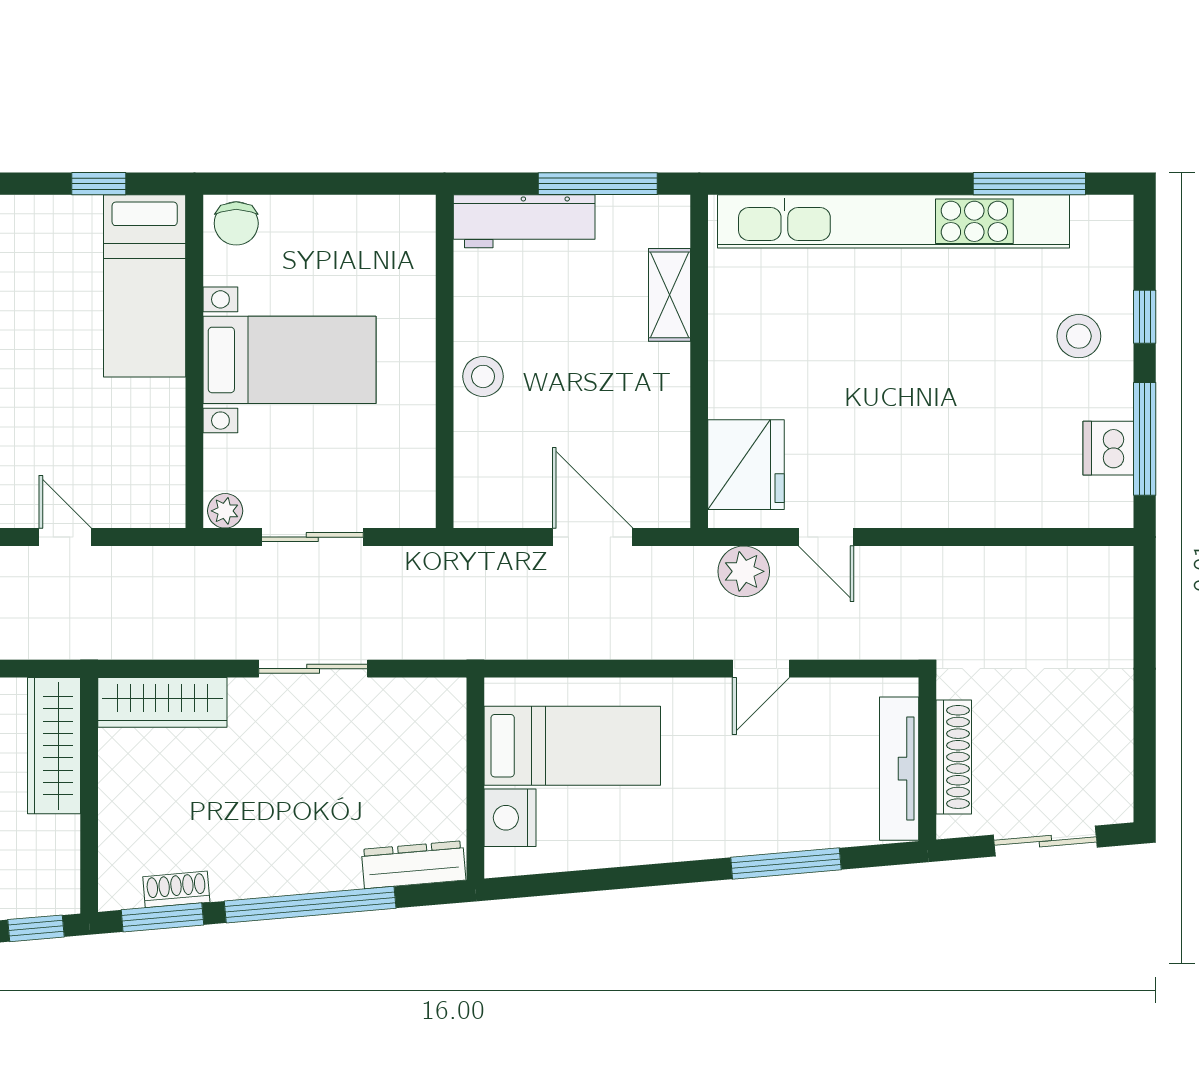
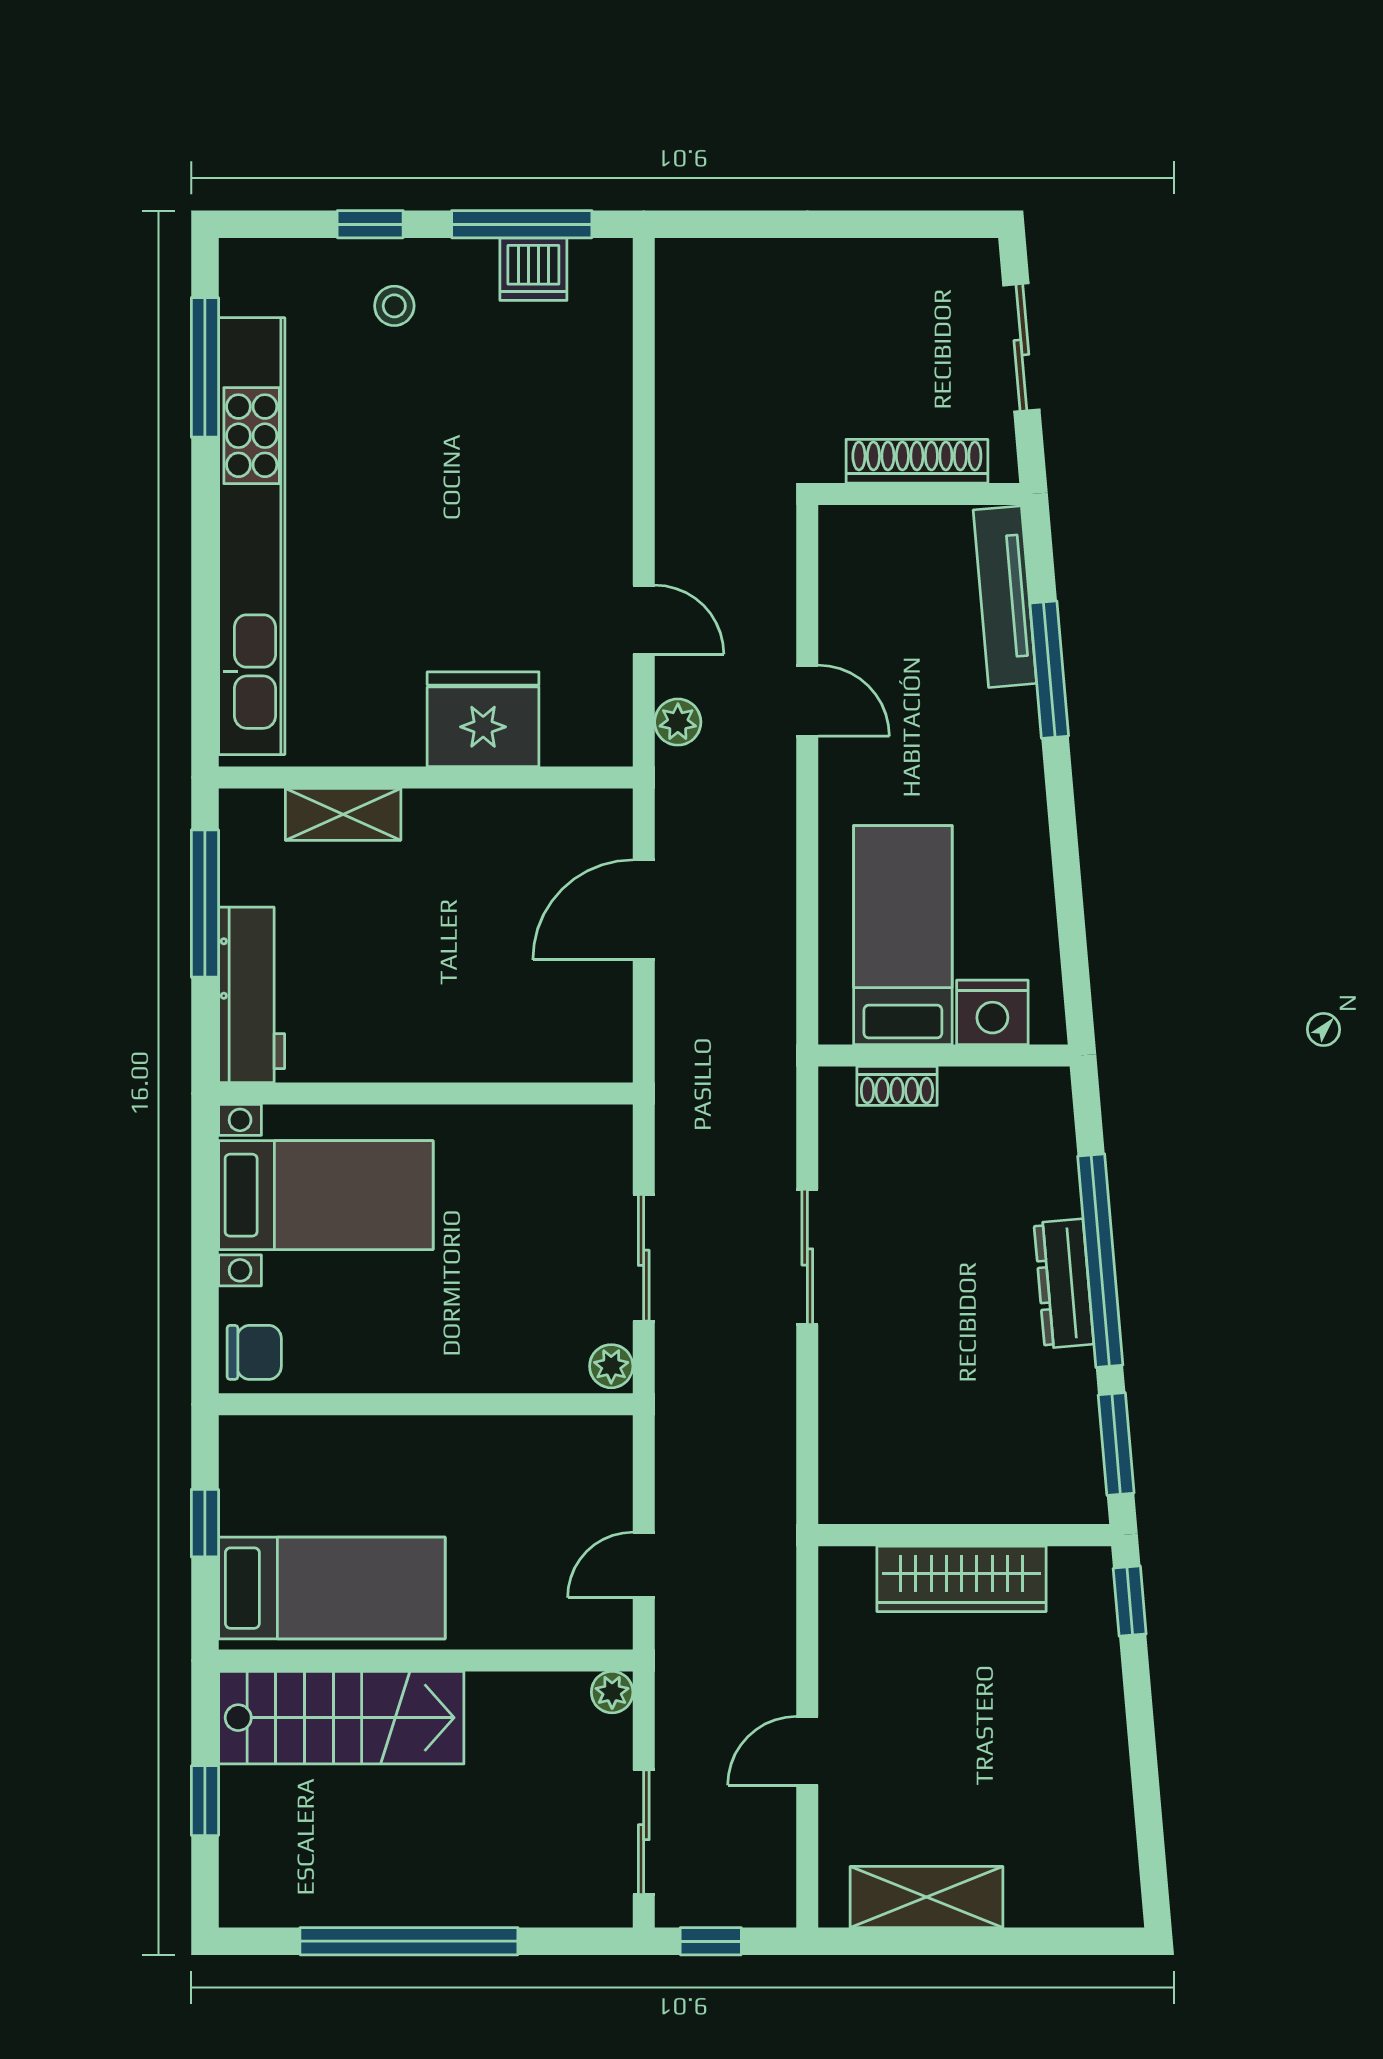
bed: (145, 286) -> (332, 1588), moved
stool: (1079, 336) -> (394, 306), width x0.73, depth x0.73
bed with nightstands: (290, 360) -> (326, 1195), moved, turned 90
stool: (483, 376) -> (444, 1046), removed
fridge: (746, 465) -> (483, 719), moved
door: (826, 537) -> (644, 620), hinge flipped
plant: (744, 571) -> (678, 722), width x0.73, depth x0.73
wardrobe: (162, 702) -> (849, 1444), removed
wardrobe: (54, 746) -> (962, 1579), moved
tv unit: (899, 769) -> (1005, 597), moved, turned 85
dresser: (414, 865) -> (1064, 1284), moved
shoe rack: (176, 889) -> (897, 1086), moved, turned -85

